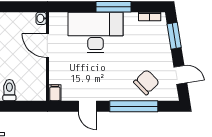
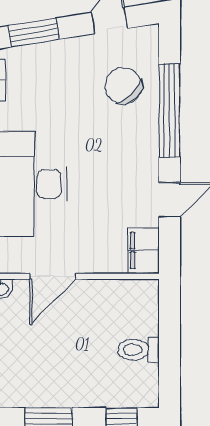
filing cabinet: (55, 93) -> (144, 250), width x2.00

